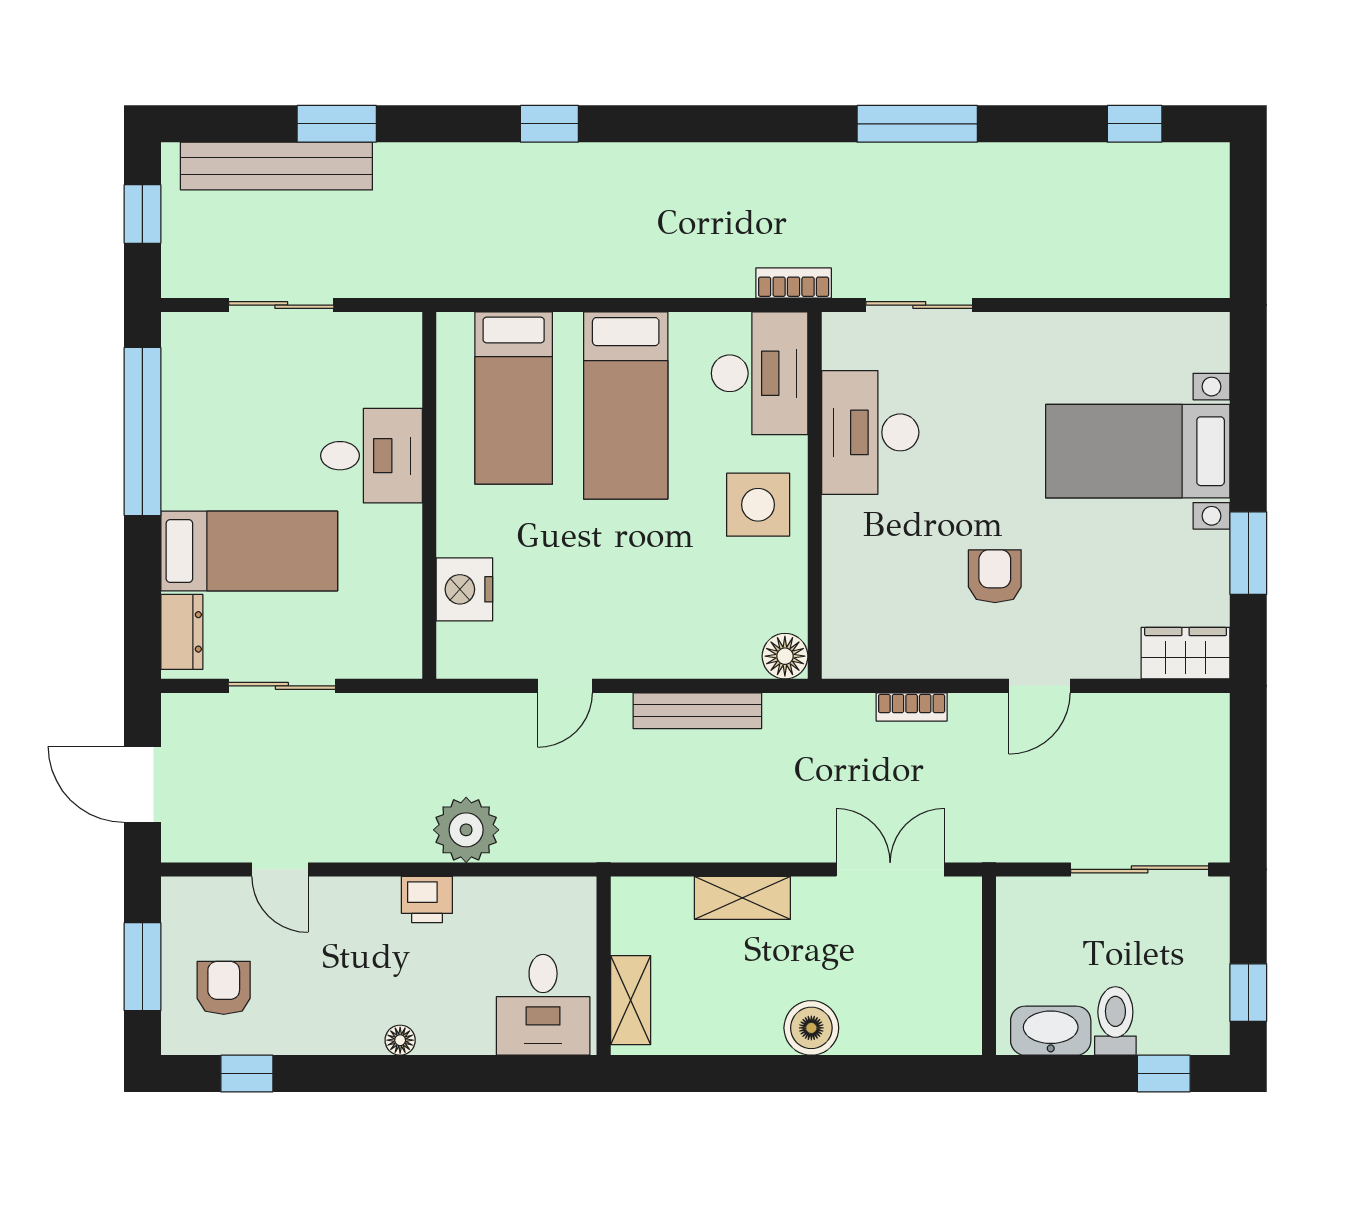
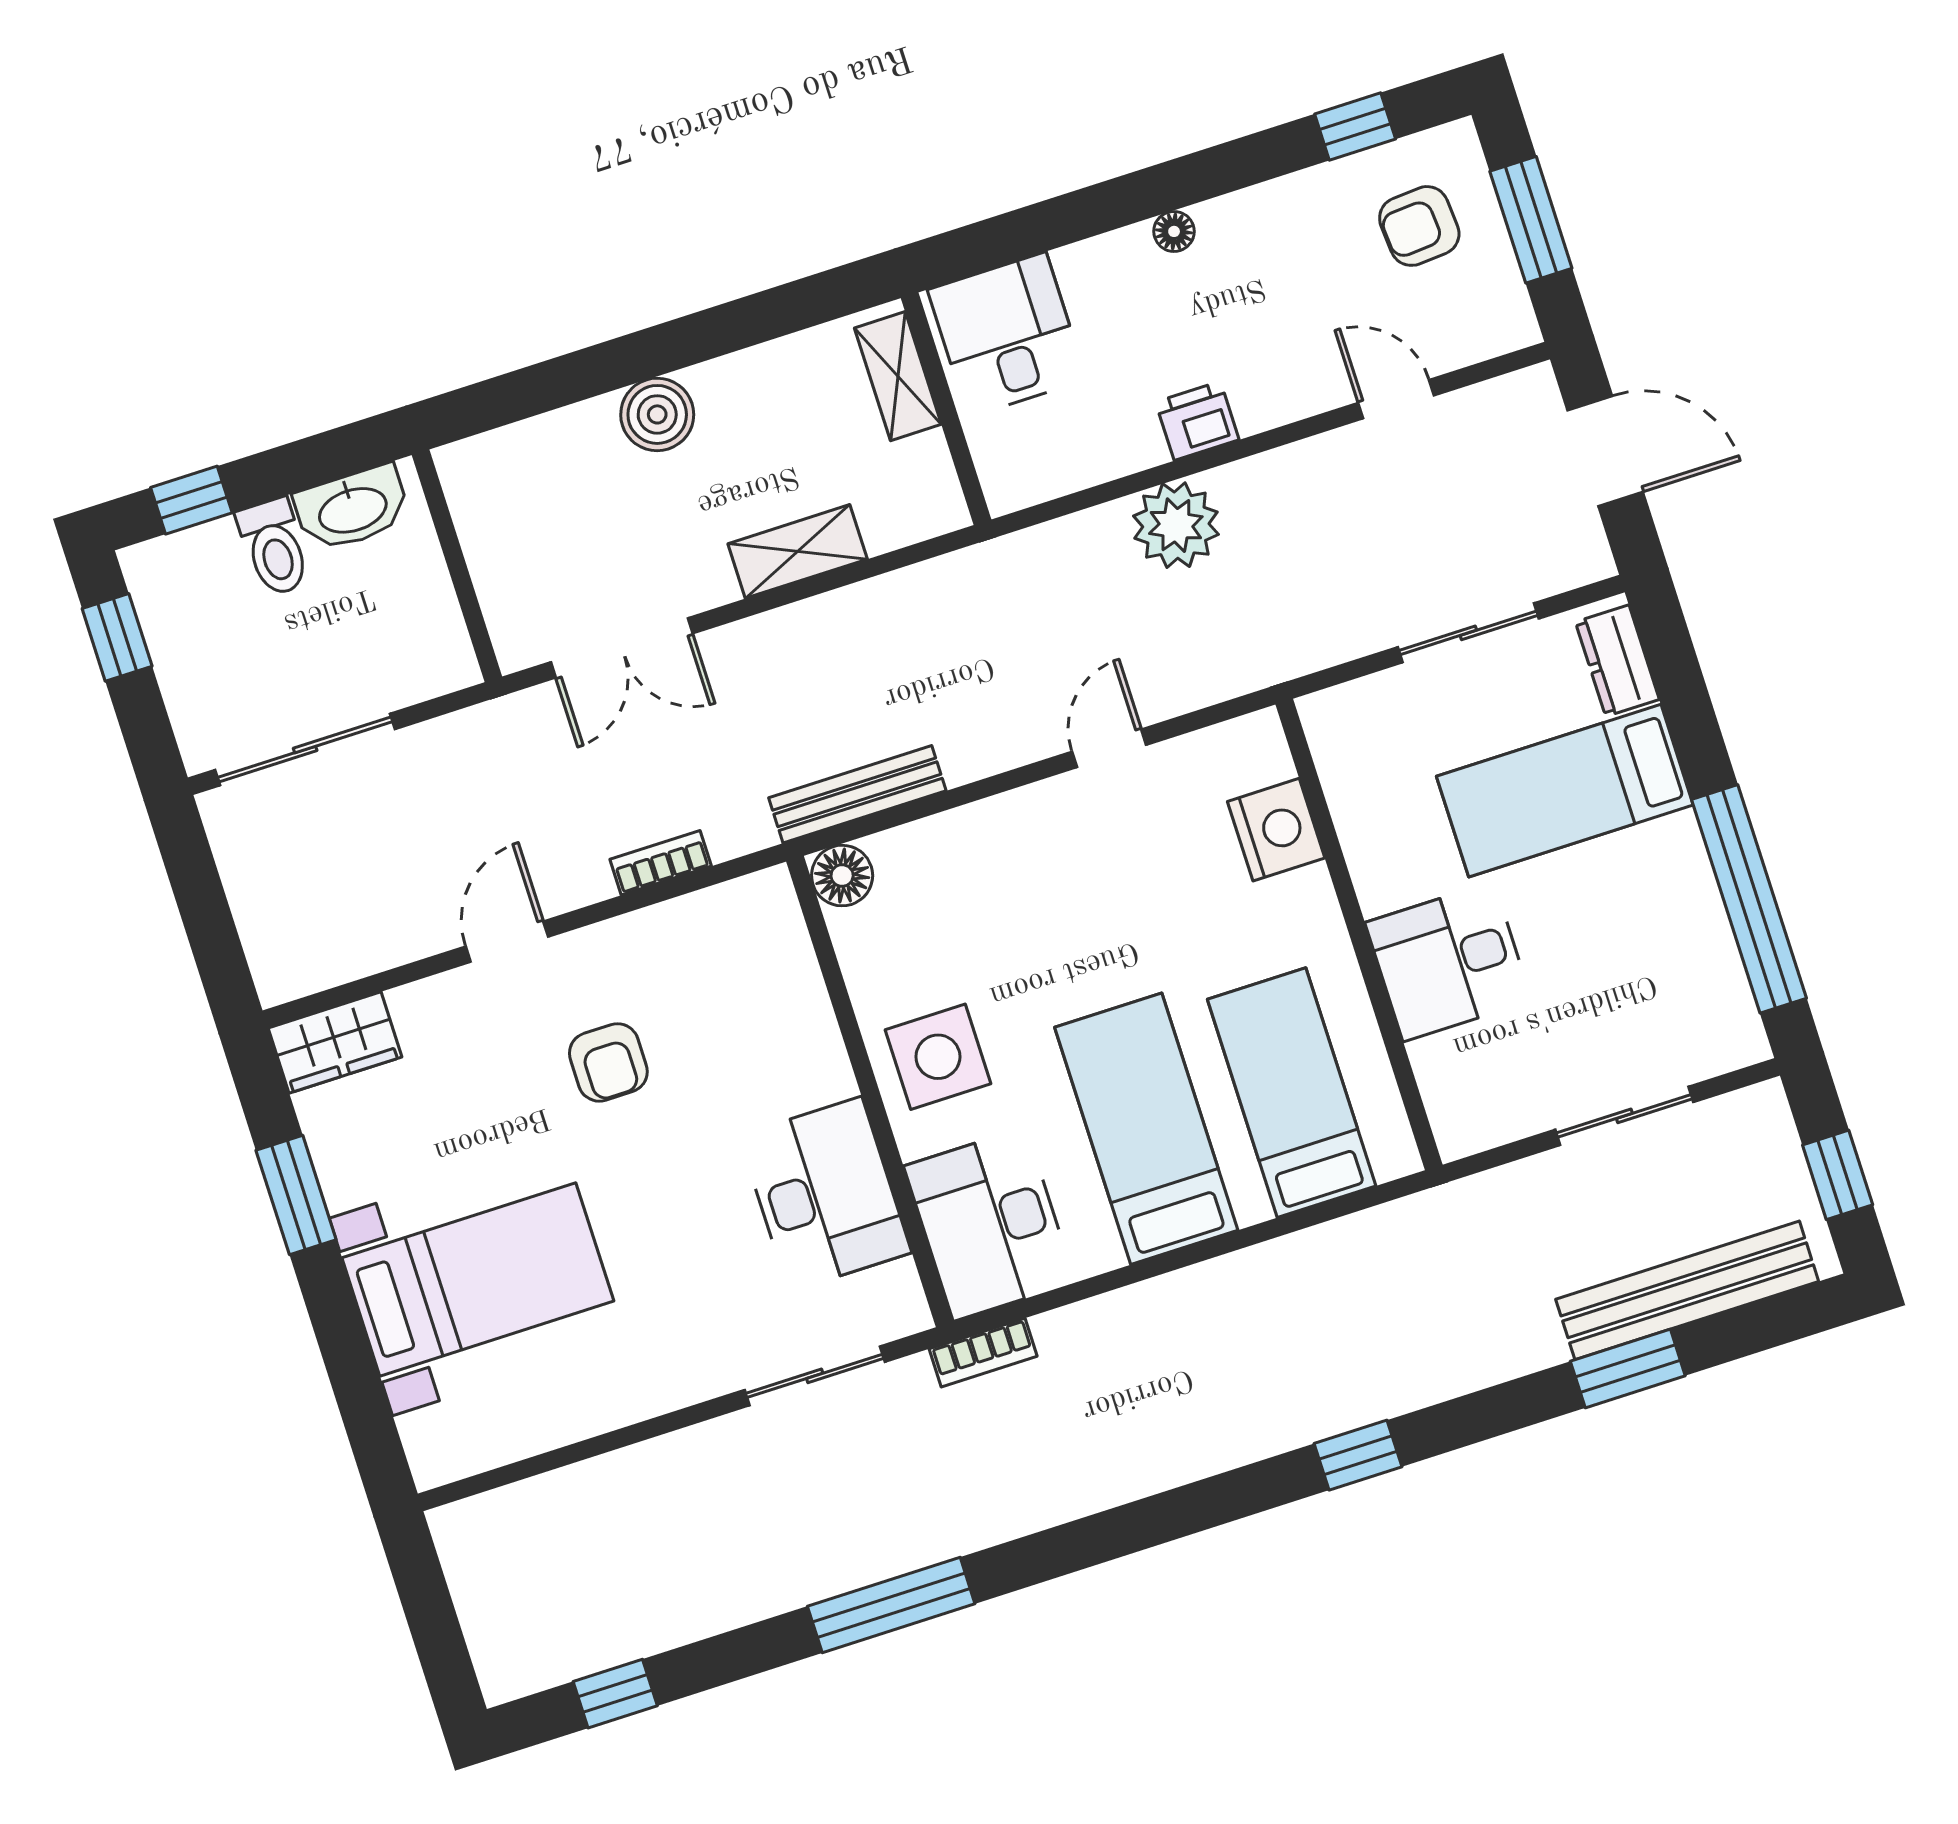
bench: (697, 711) -> (857, 794), moved
armchair: (224, 988) -> (1419, 226), turned 86

